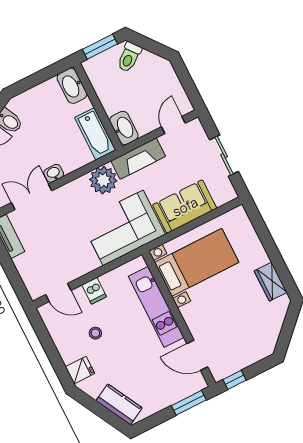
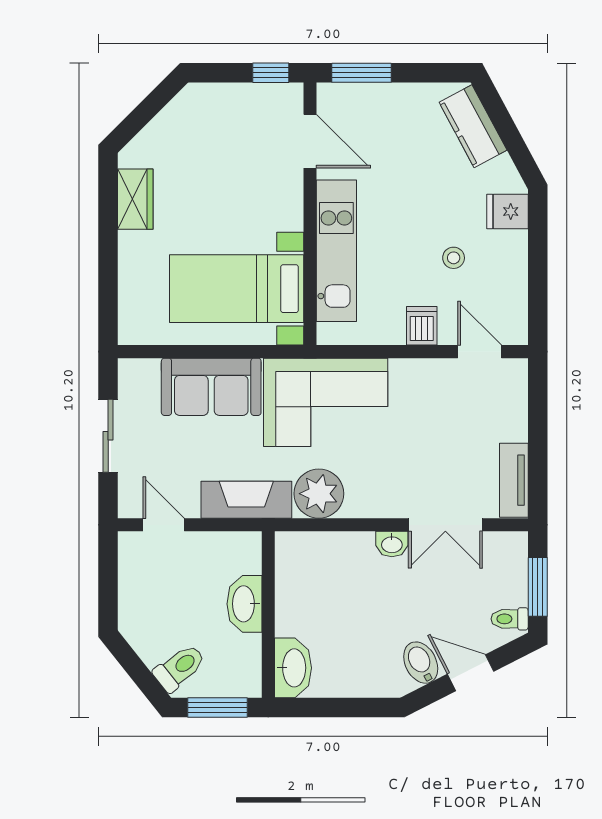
door: (173, 125) -> (164, 525), swing flipped
washbasin: (124, 128) -> (244, 604), moved
bathtub: (95, 134) -> (295, 573), removed

